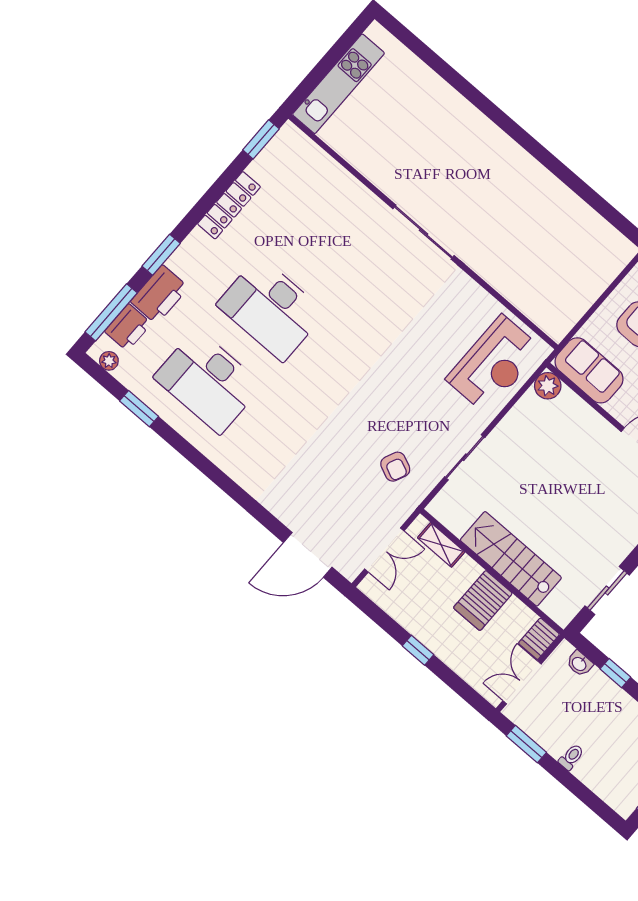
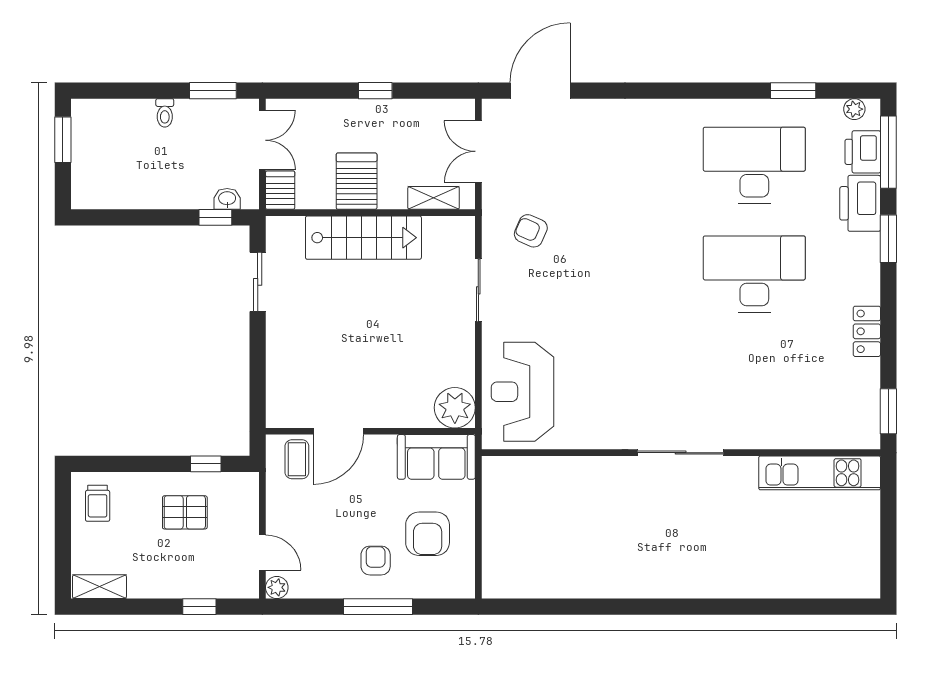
kitchen unit: (339, 84) -> (820, 473), moved, turned -90
locker: (229, 205) -> (867, 331), width x0.66
plant: (548, 386) -> (455, 408), width x1.36, depth x1.36
window: (615, 673) -> (215, 217), moved

